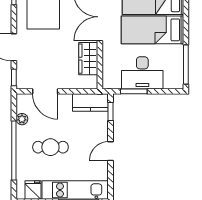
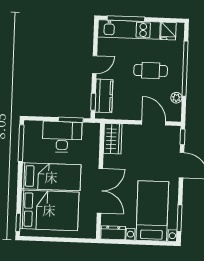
wardrobe: (88, 59) -> (113, 139), moved
kitchen counter: (90, 103) -> (104, 96), moved, turned 90

